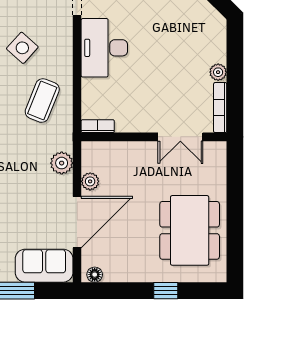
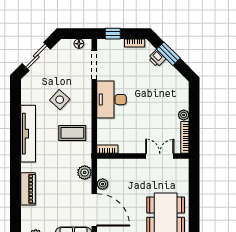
coffee table: (42, 101) -> (72, 133), turned 68
double door: (180, 137) -> (160, 156), swing flipped
door: (77, 222) -> (94, 210), hinge flipped

